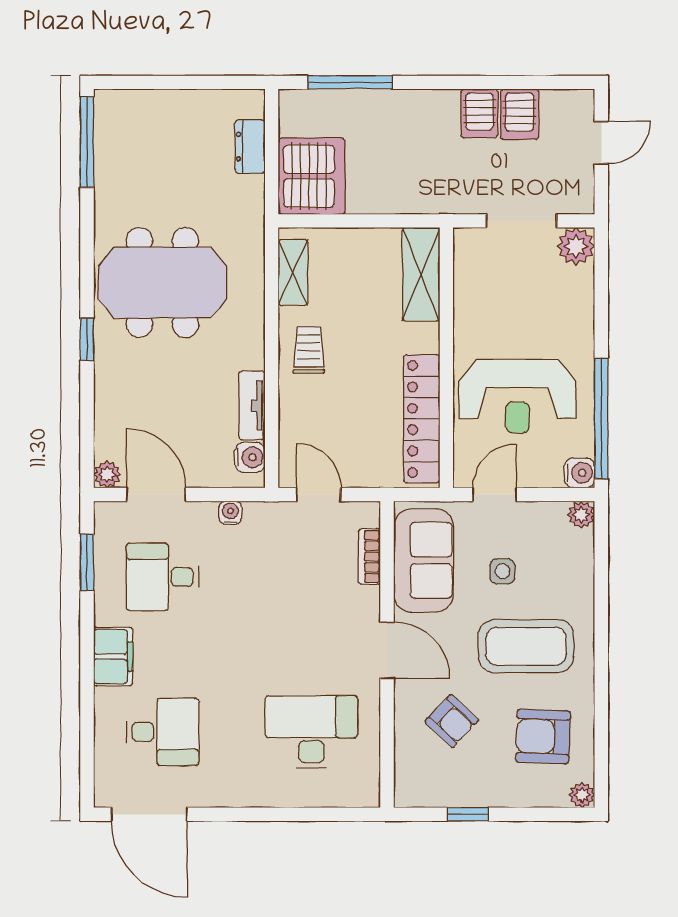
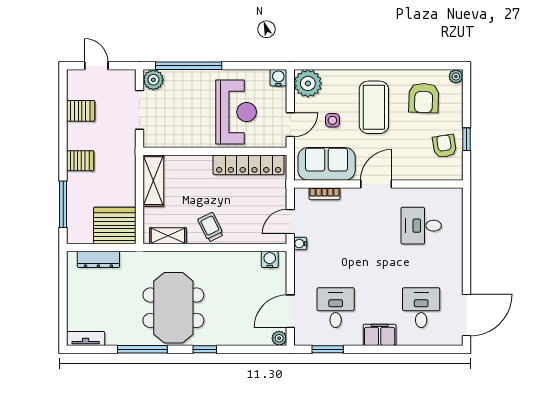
server rack: (480, 113) -> (80, 161), moved
window: (87, 142) -> (142, 349), moved
dresser: (250, 146) -> (98, 259), width x1.44
shelving: (421, 274) -> (153, 181), moved, turned 90
trolley: (309, 350) -> (211, 227), turned 64
tv unit: (252, 405) -> (86, 338), moved, turned 180
window: (601, 418) -> (189, 66), moved
door: (495, 495) -> (290, 125), swing flipped
water cooler: (230, 513) -> (300, 244), moved
plant: (581, 515) -> (308, 83), width x1.87, depth x1.87
desk: (163, 577) -> (336, 308), turned 180
armchair: (452, 721) -> (444, 146), moved, turned -52
desk: (311, 732) -> (421, 226), width x0.73

